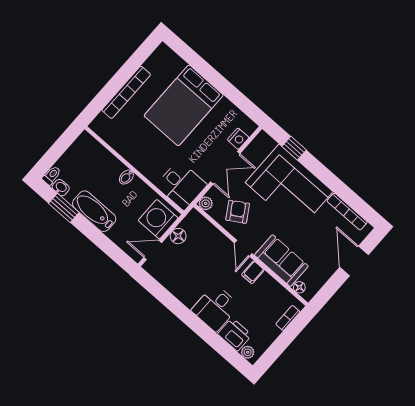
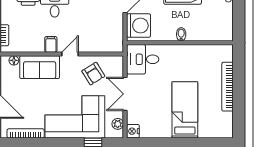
bed: (184, 105) -> (185, 110), width x0.67
nightstand: (238, 139) -> (133, 131), moved
plant: (206, 203) -> (118, 124), moved
floor lamp: (178, 236) -> (117, 26), removed
door: (243, 248) -> (70, 54), hinge flipped

